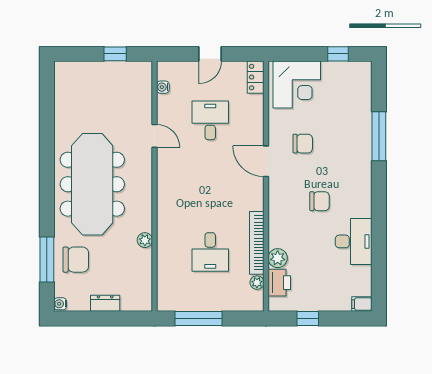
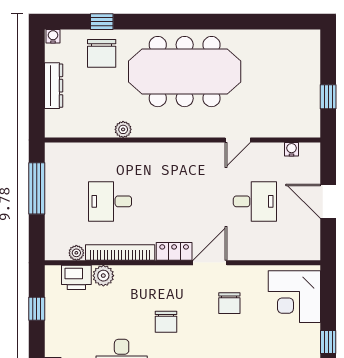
door: (210, 54) -> (328, 201), width x1.38
locker: (256, 77) -> (174, 251), moved
window: (47, 259) -> (102, 22), width x0.46
dresser: (105, 303) -> (54, 86), width x1.44

